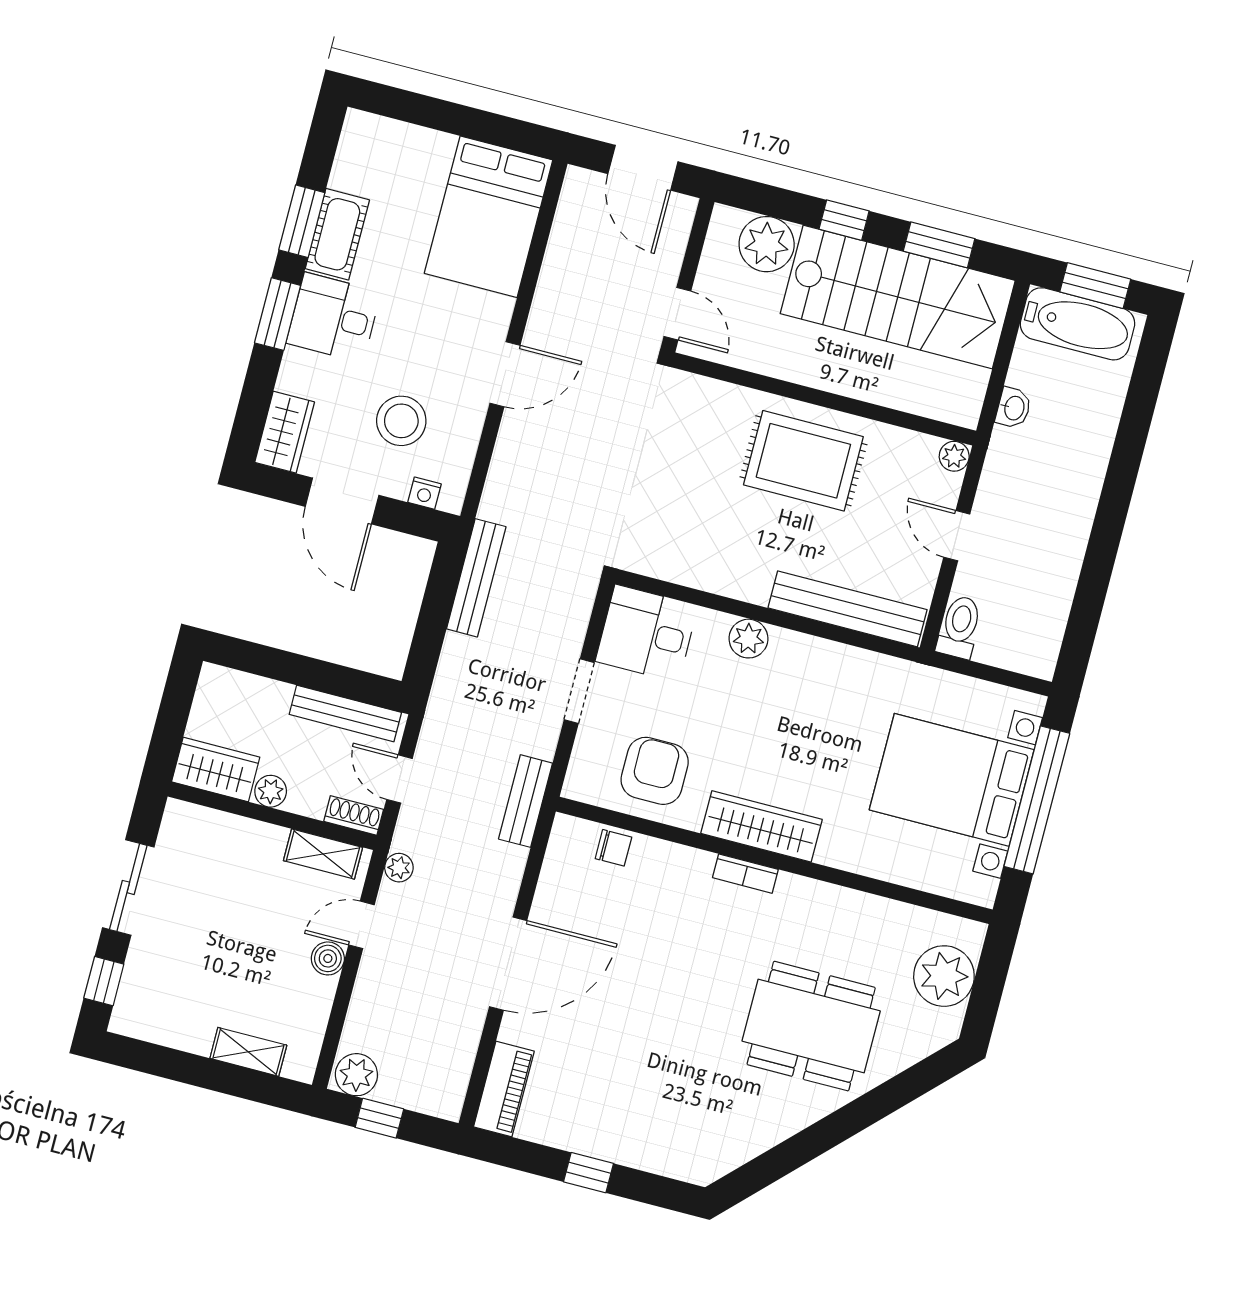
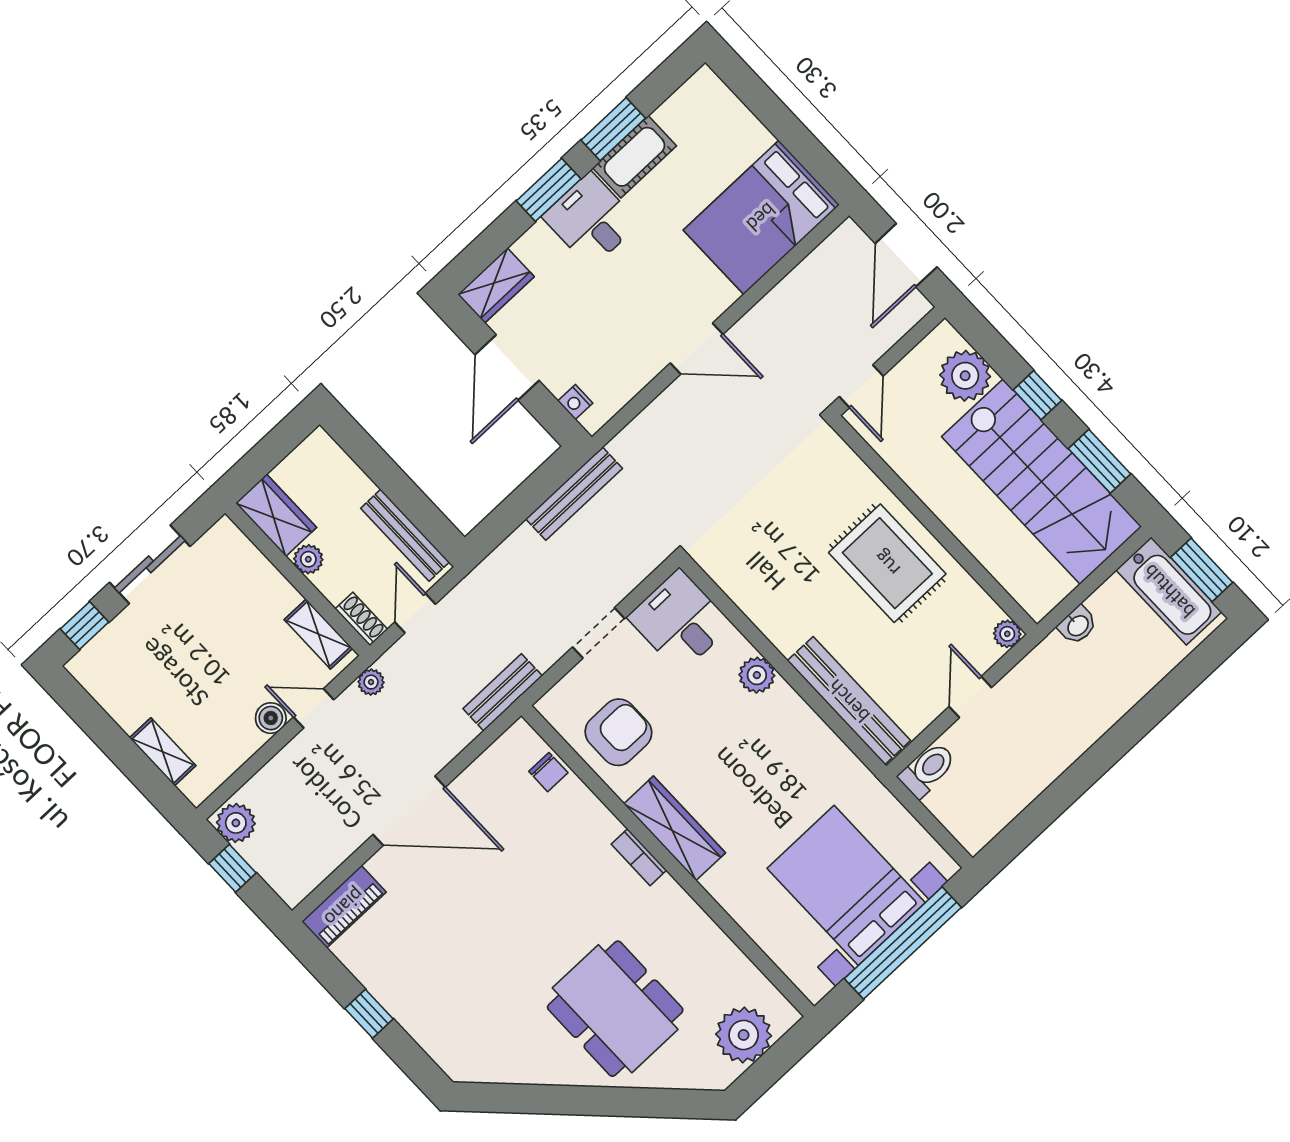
stool: (401, 421) -> (593, 334), removed

